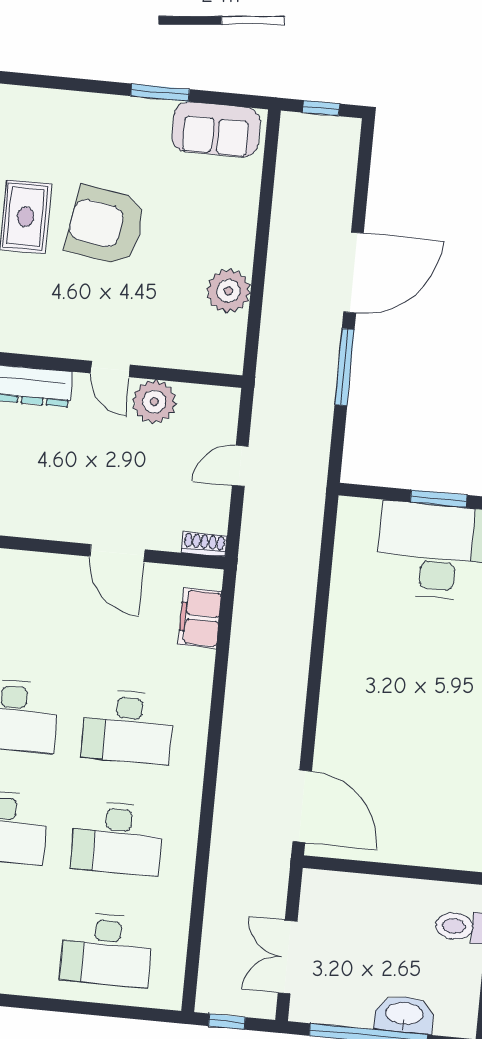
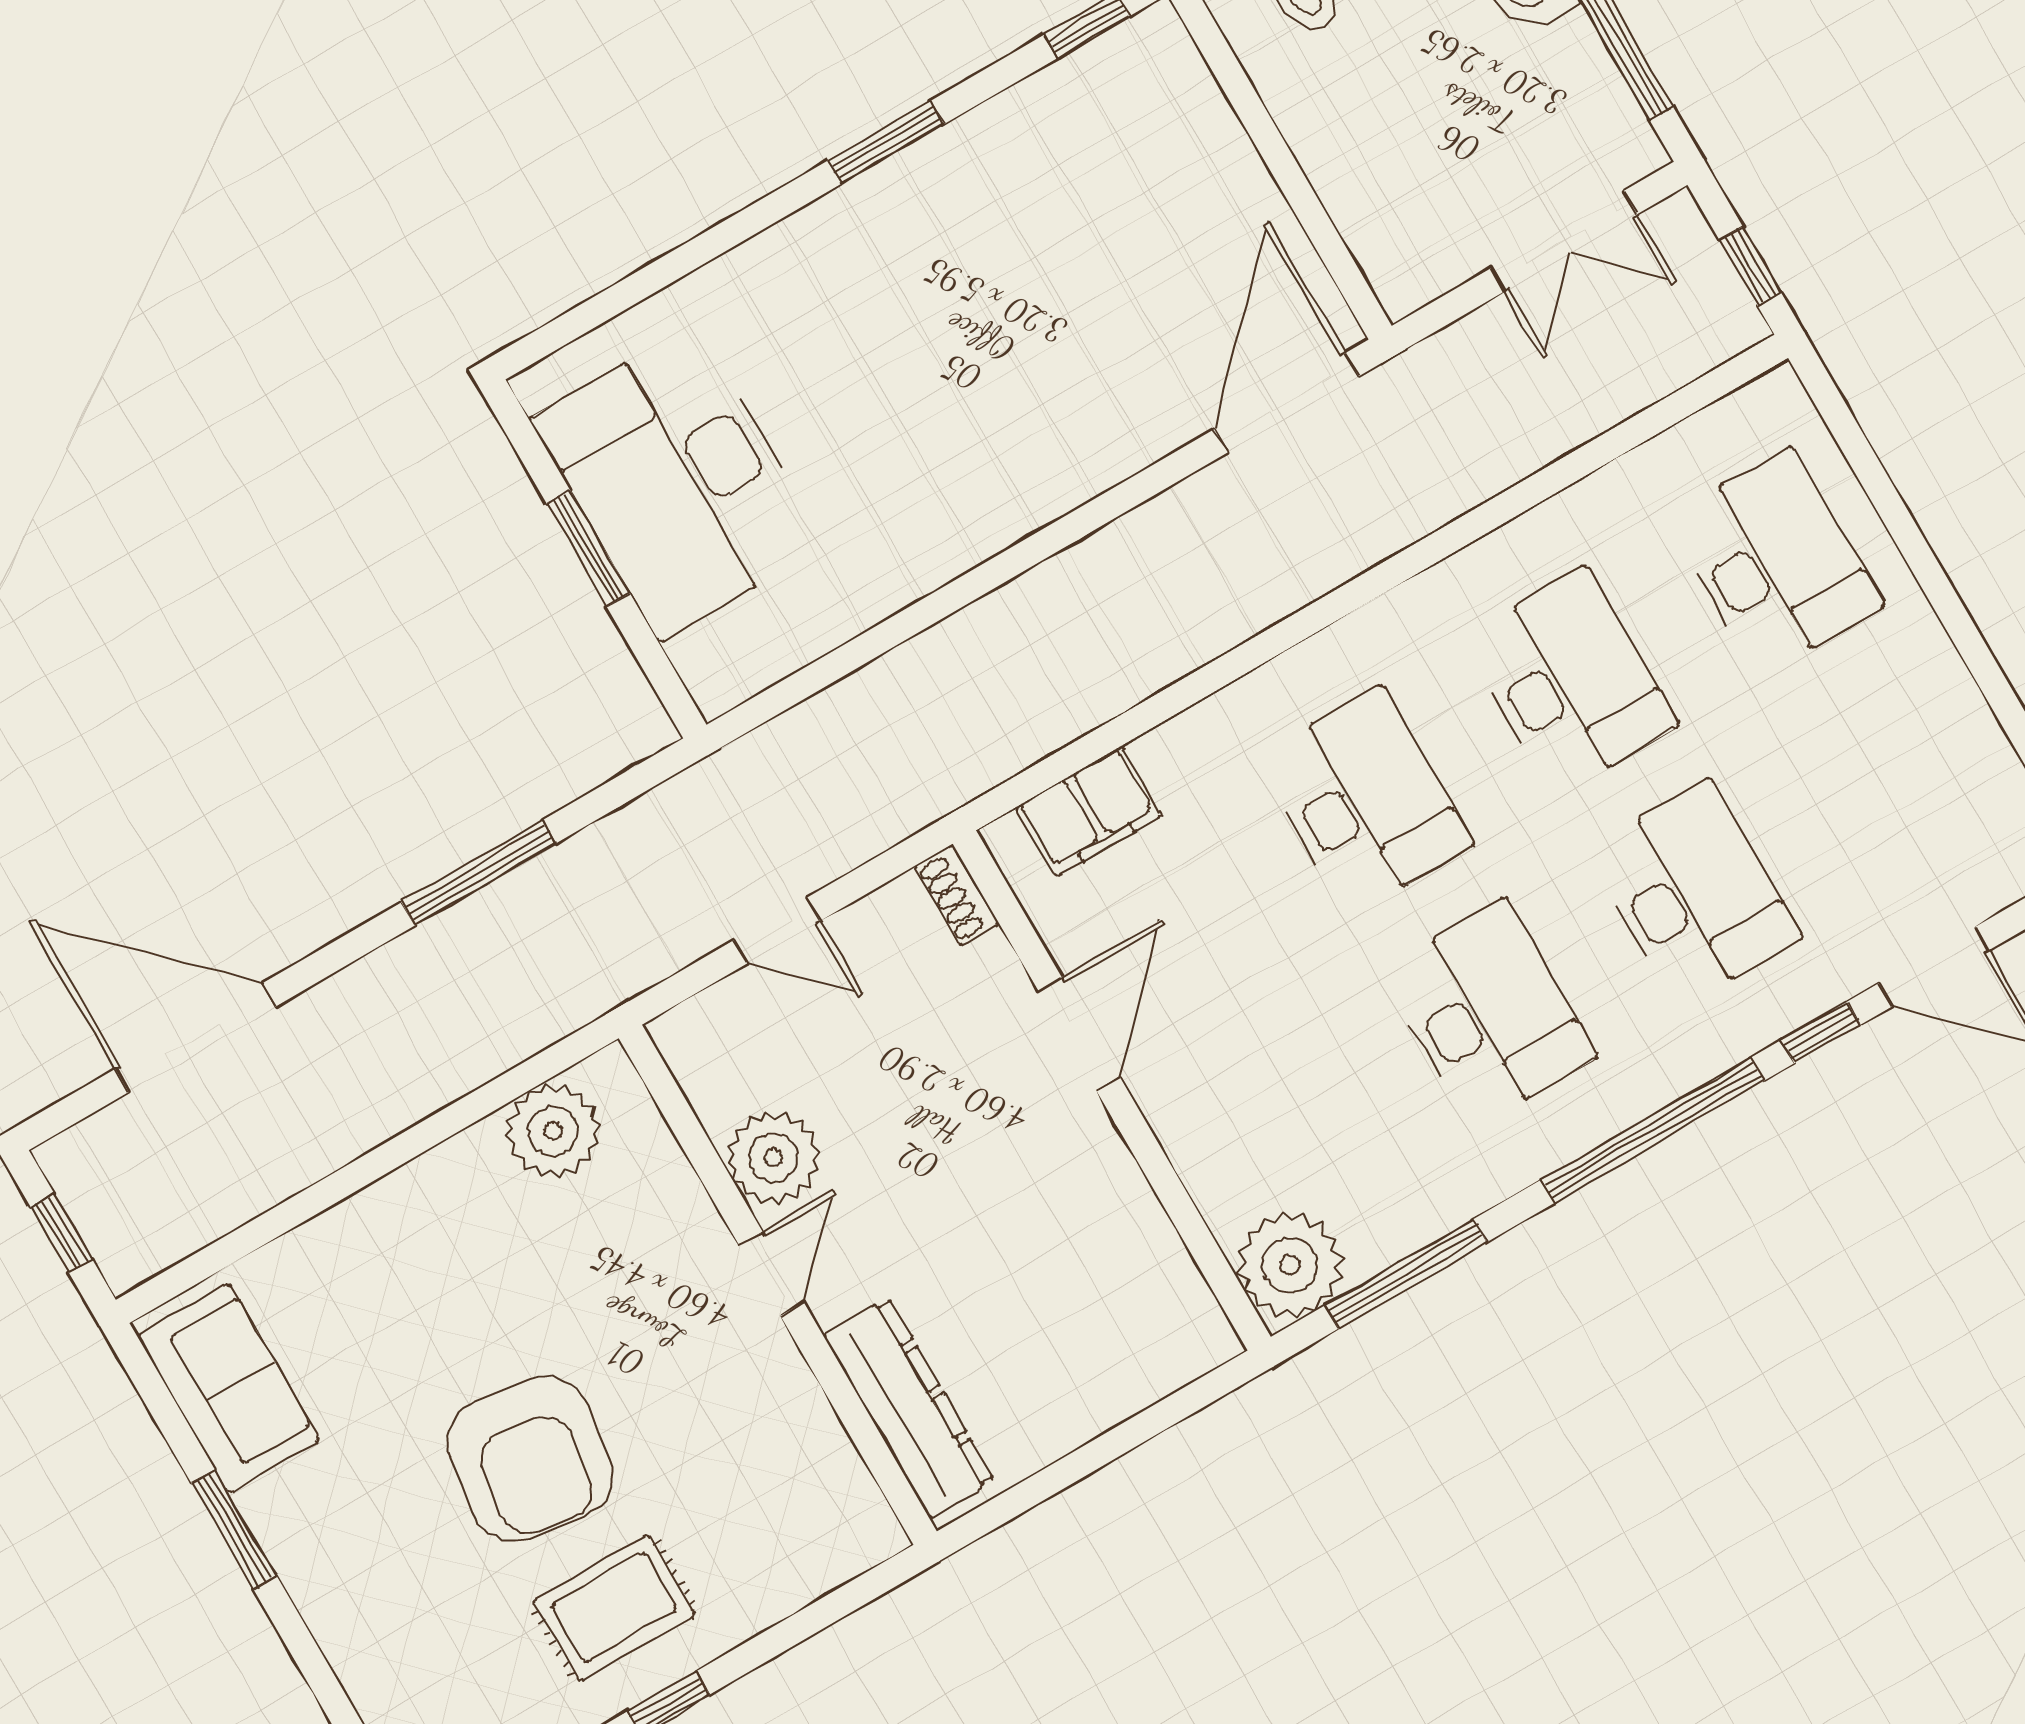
door: (354, 273) -> (195, 1038), moved
plant: (228, 291) -> (553, 1131), moved

